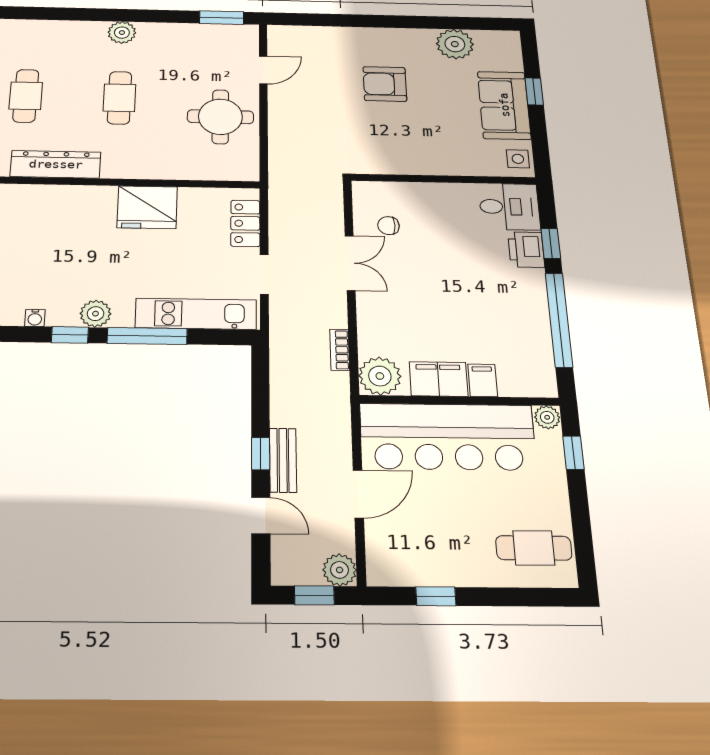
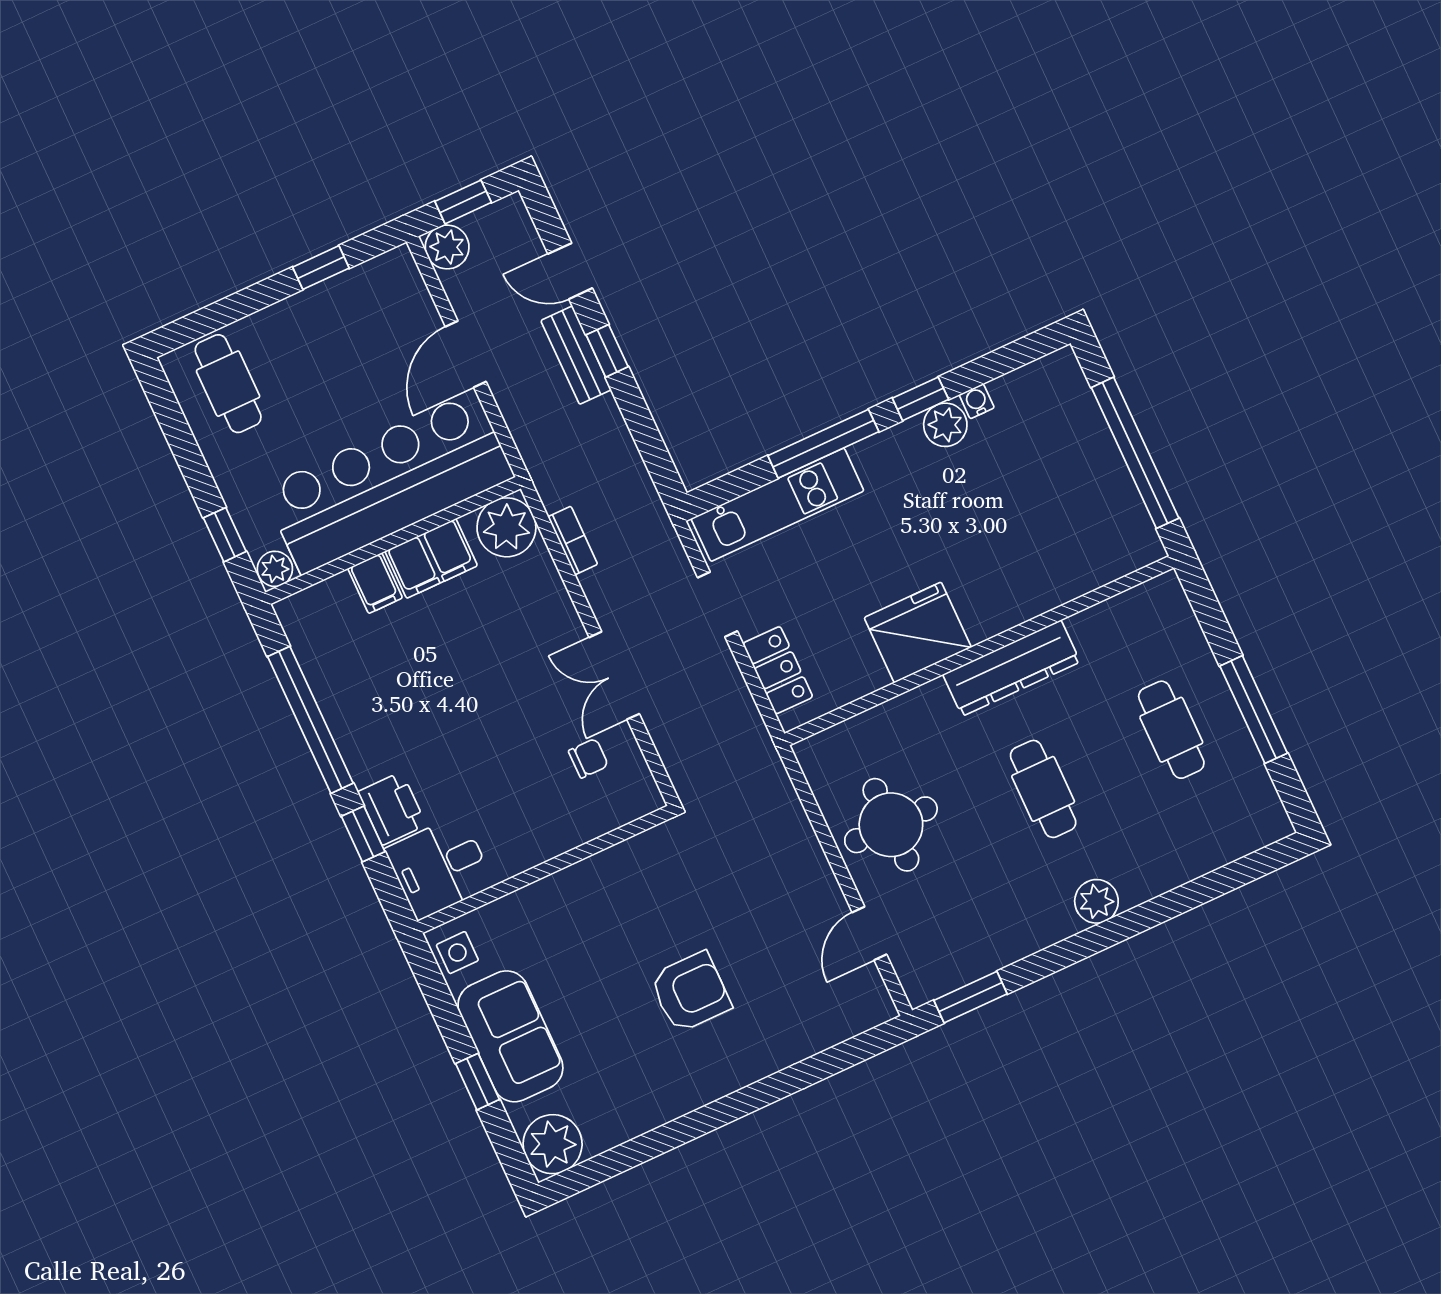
plant: (455, 44) -> (553, 1144), moved
dresser: (56, 164) -> (1011, 668), moved
plant: (95, 314) -> (945, 425), moved
cafe table: (534, 548) -> (228, 384), turned 90

